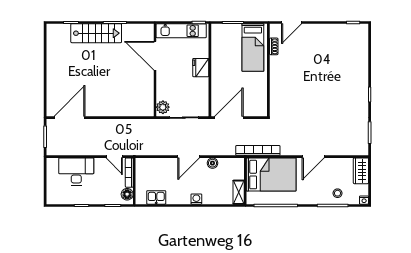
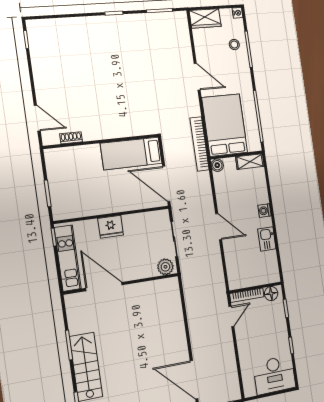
bed: (253, 48) -> (131, 153), moved, turned 180
door: (155, 56) -> (104, 287), swing flipped
boiler: (212, 163) -> (217, 165), moved
desk: (76, 172) -> (274, 375), moved, turned -90
kitchen sink: (156, 197) -> (267, 239), moved

